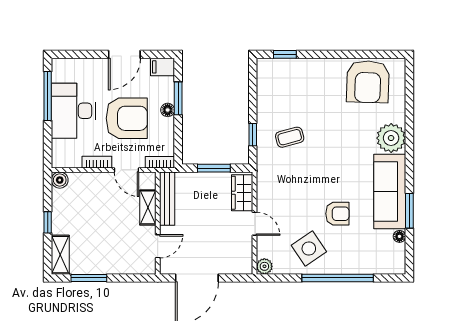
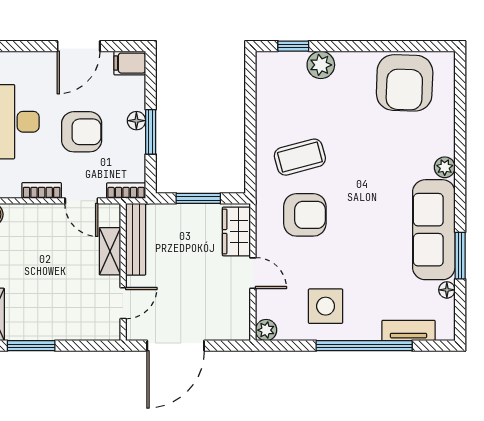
plant: (305, 68) -> (321, 65), added
window: (178, 98) -> (151, 132), moved
armchair: (127, 118) -> (82, 132), width x0.73, depth x0.73
window: (253, 135) -> (250, 154), removed
coffee table: (290, 137) -> (300, 157), width x1.36, depth x1.30
plant: (391, 138) -> (445, 167), width x0.53, depth x0.53
armchair: (337, 214) -> (305, 215), moved, width x1.38, depth x1.38
side table: (309, 249) -> (326, 306), turned 34
tv unit: (371, 267) -> (408, 330), added

